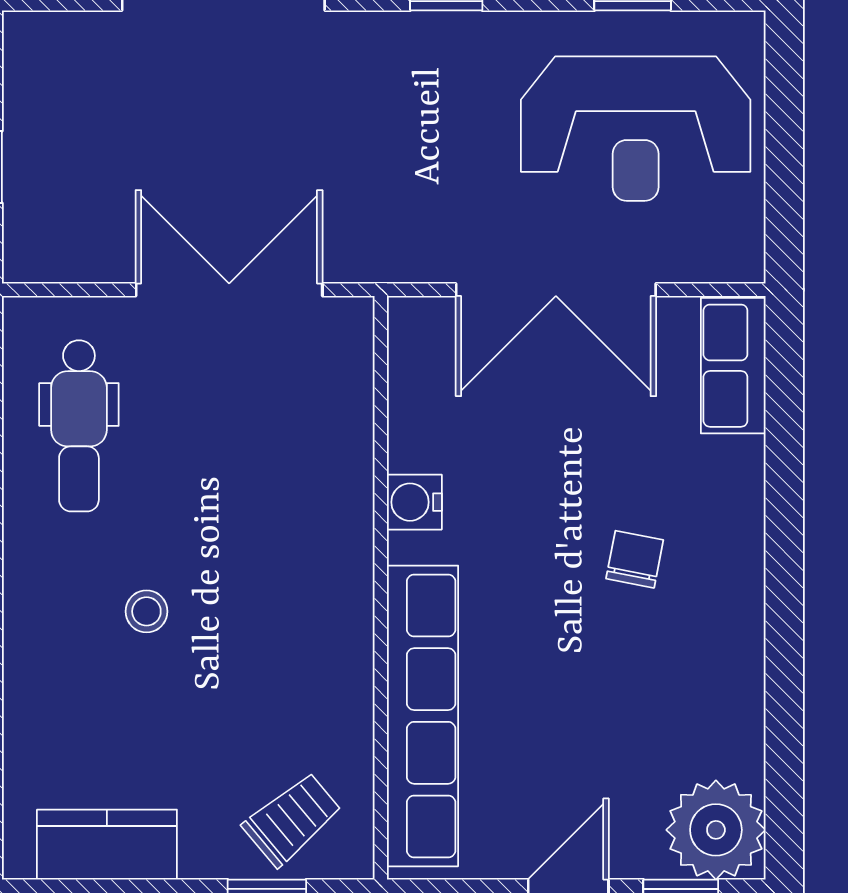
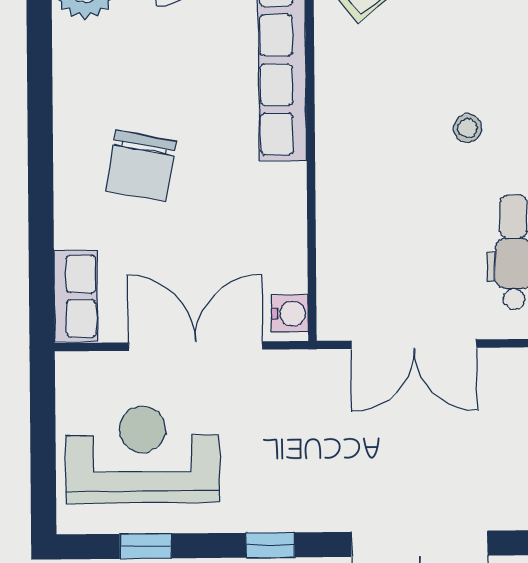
water cooler: (414, 502) -> (290, 314), moved
chair: (635, 559) -> (141, 166), width x1.87, depth x1.87

